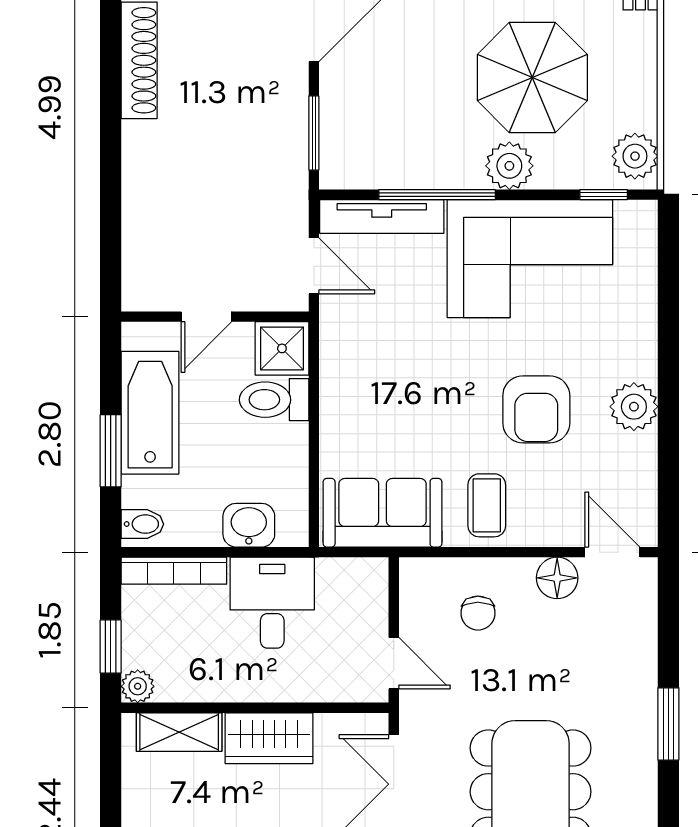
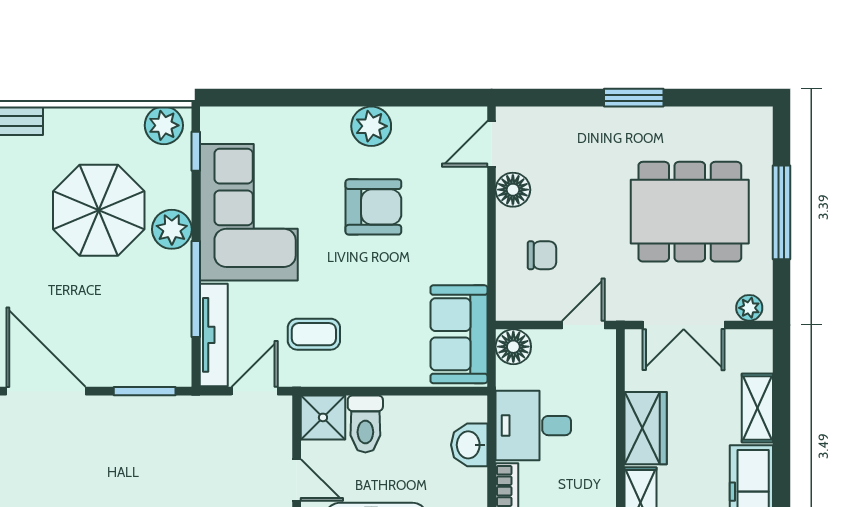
coffee table: (487, 505) -> (314, 334), moved
floor lamp: (367, 578) -> (513, 347), added

